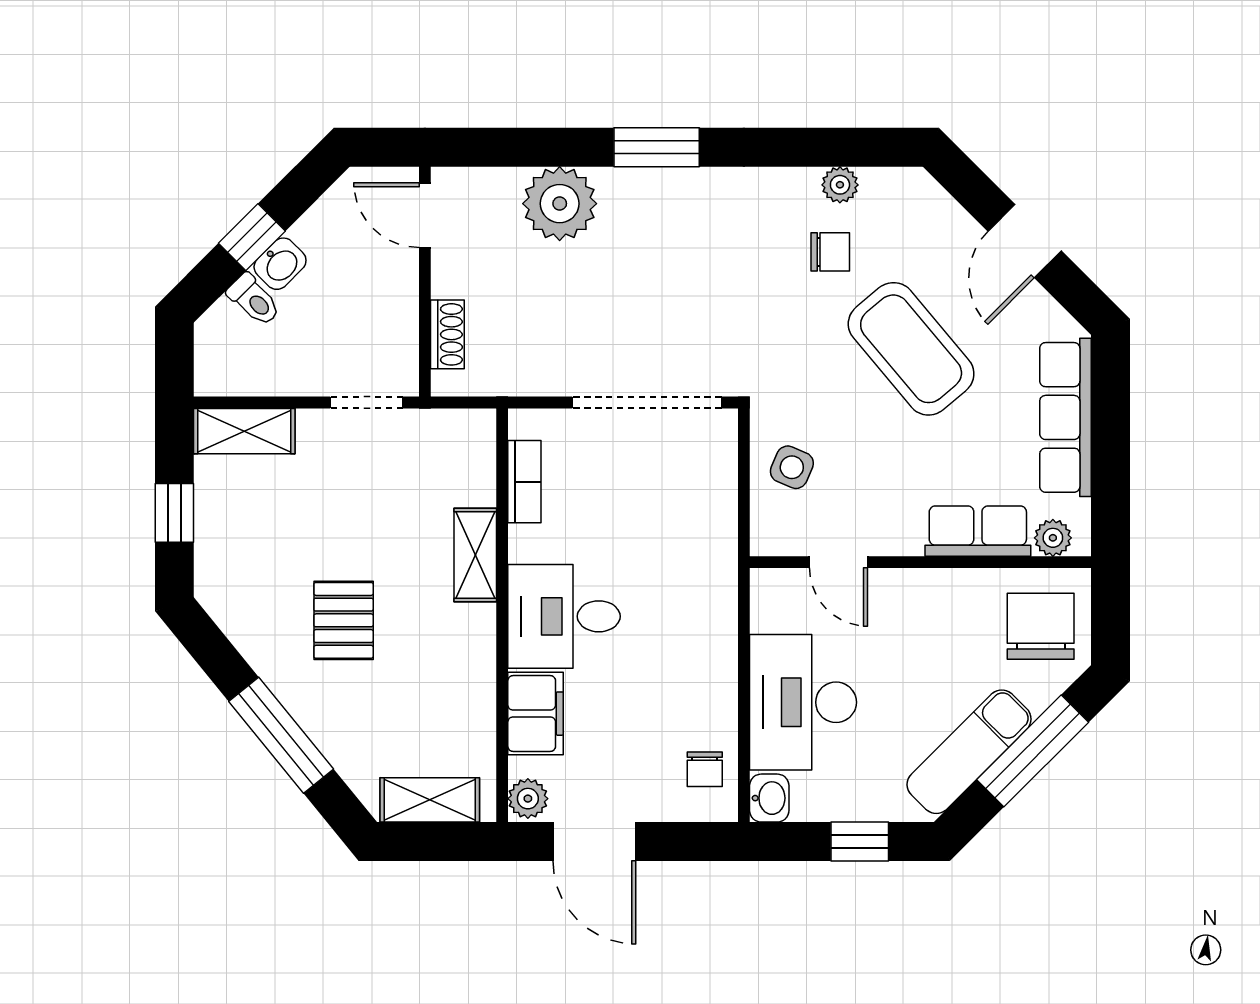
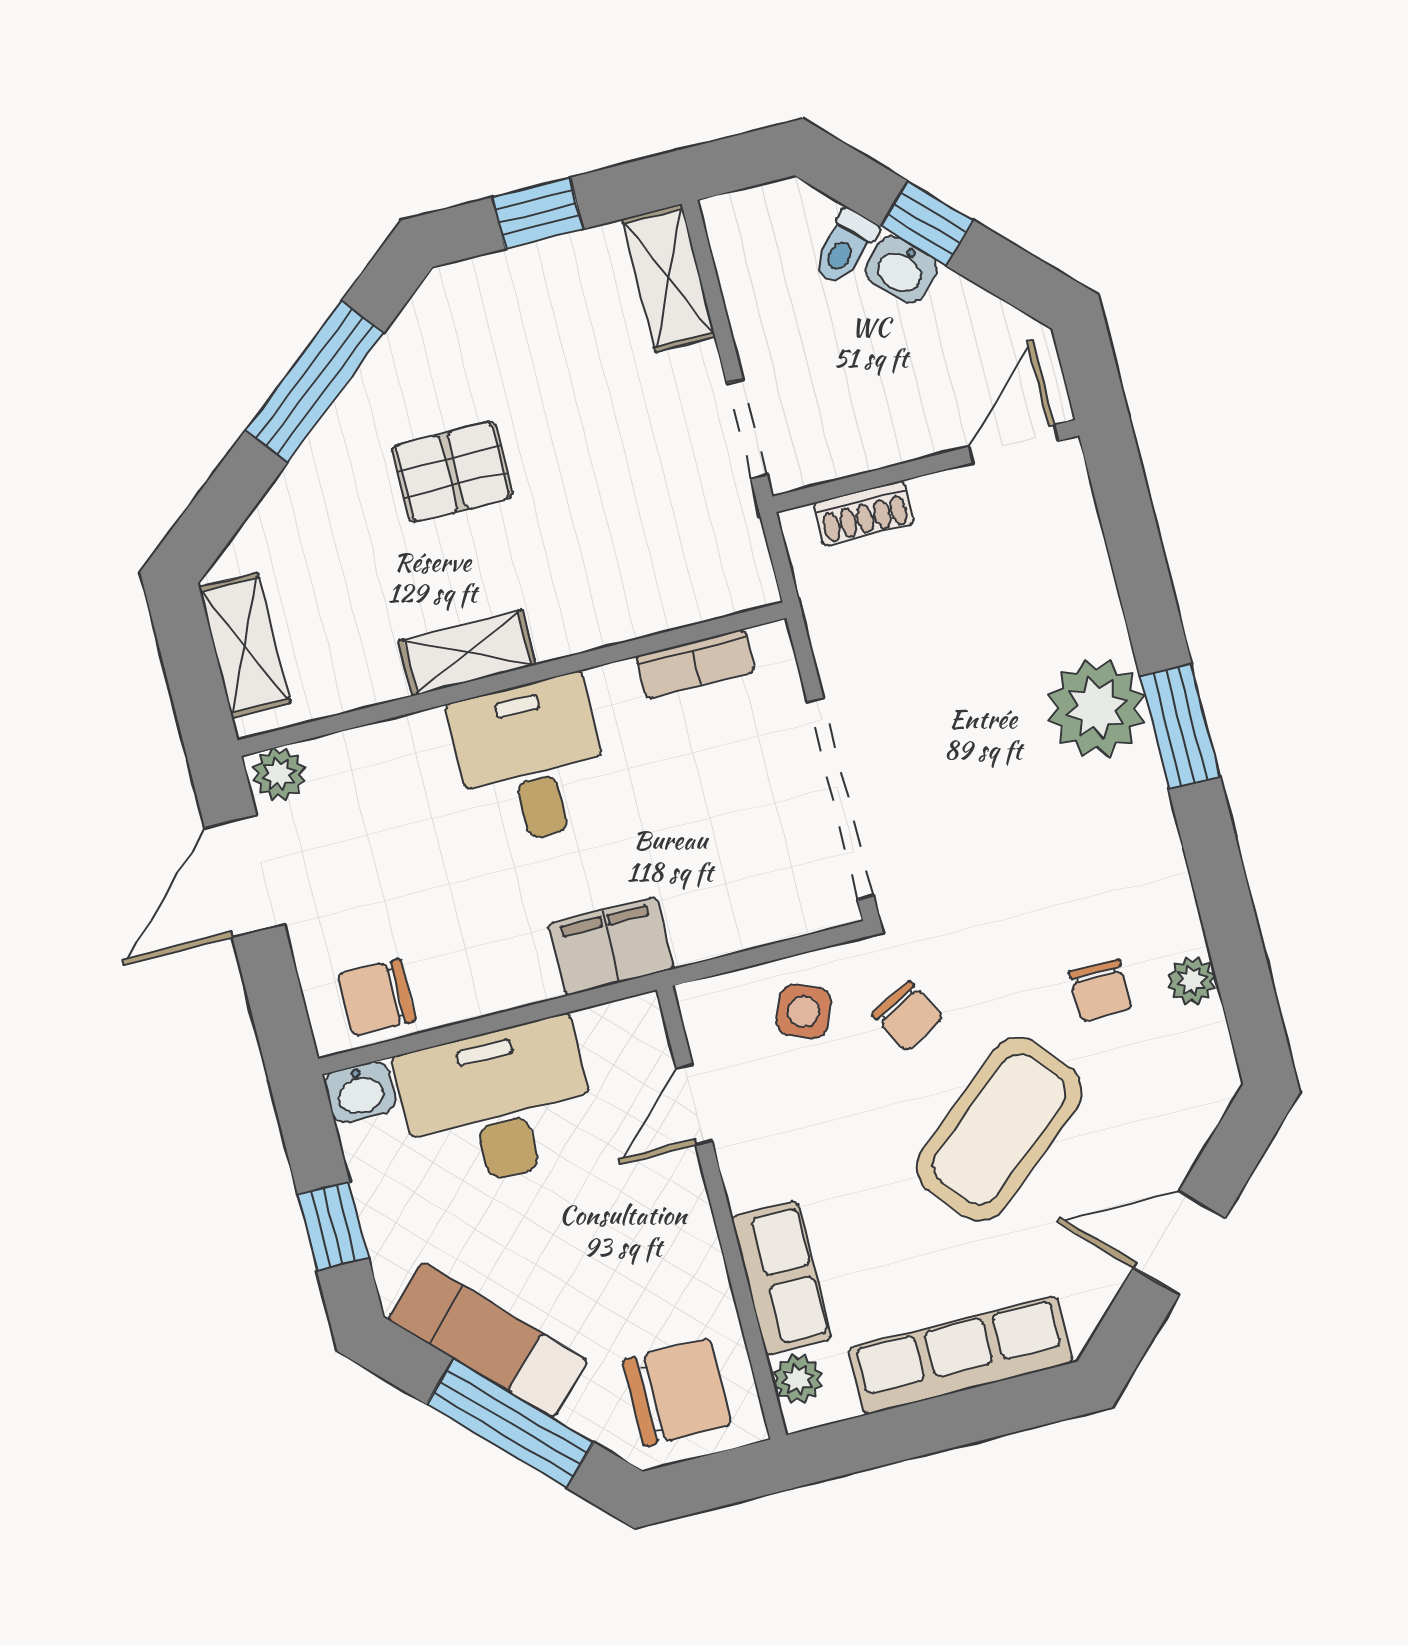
plant: (560, 204) -> (1096, 708), moved
chair: (814, 394) -> (908, 1016), added
shelving: (475, 555) -> (467, 653), moved
filing cabinet: (536, 714) -> (611, 946), moved, turned 180
window: (281, 735) -> (315, 381), moved
chair: (705, 769) -> (377, 997), width x1.37, depth x1.37

